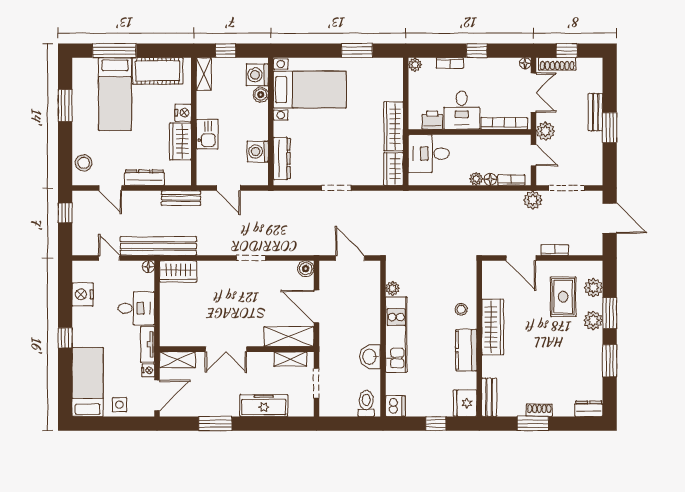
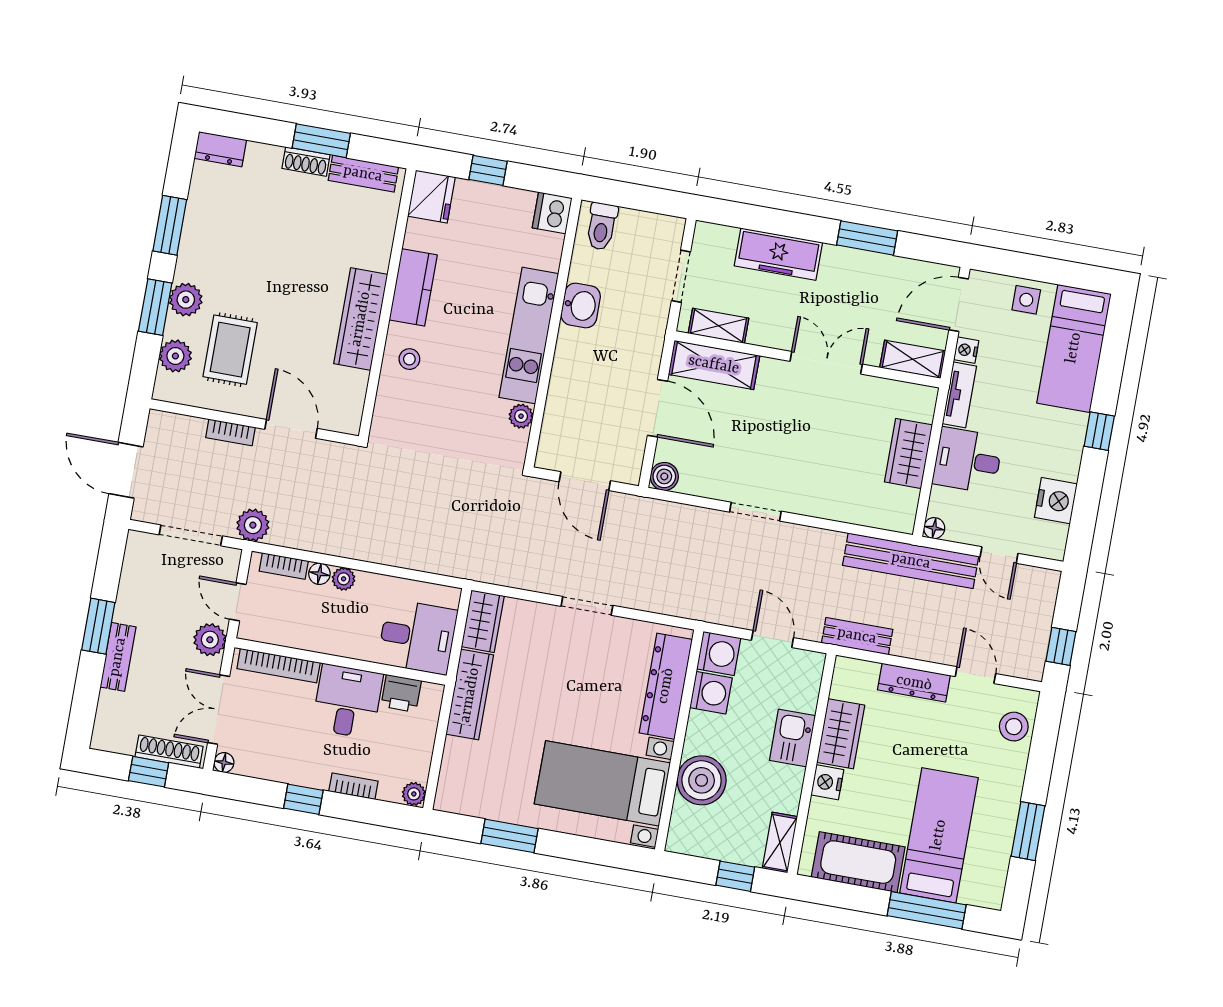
washing machine: (257, 75) -> (719, 653), moved
boiler: (261, 95) -> (702, 780), width x1.86, depth x1.86
dresser: (282, 158) -> (666, 686), width x1.37, depth x1.24
wardrobe: (178, 271) -> (908, 453), moved, turned -90
bench: (489, 397) -> (363, 174), moved, turned 90

